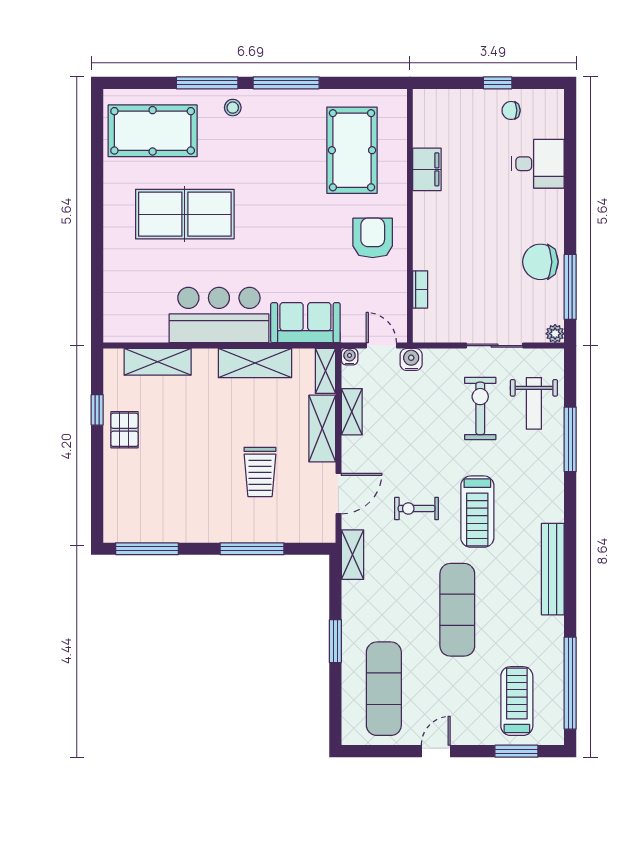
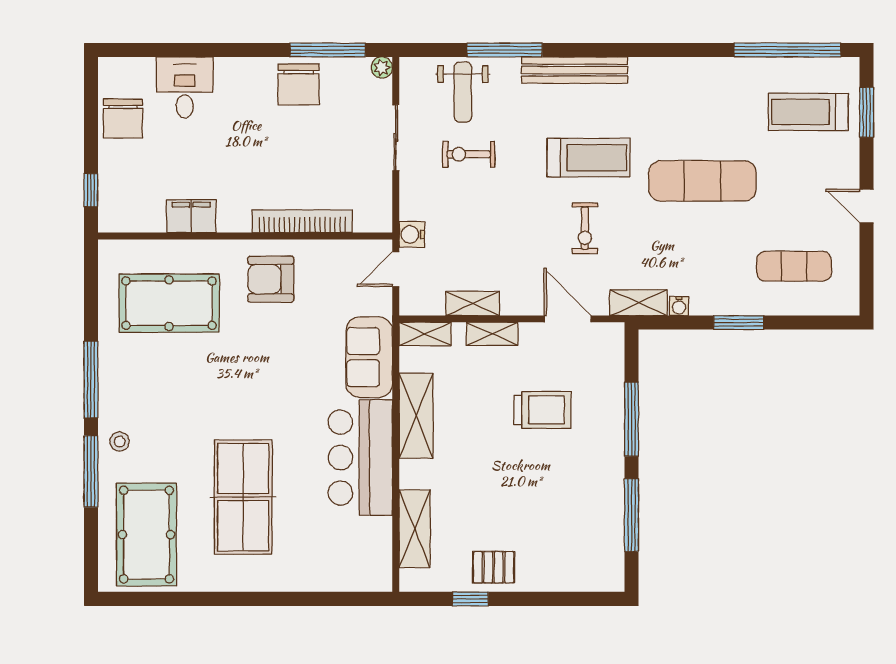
window: (498, 83) -> (91, 190), moved
chair: (511, 110) -> (123, 119), width x1.87, depth x1.87
bookcase: (420, 289) -> (302, 221), width x2.31, depth x1.31
water cooler: (350, 357) -> (679, 306), moved, turned -90
weight bench: (534, 403) -> (463, 92), turned 90
exercise bike: (480, 408) -> (469, 154), width x0.73, depth x0.72
shelving: (322, 429) -> (492, 334), width x0.67, depth x0.75
window: (147, 549) -> (632, 515), moved
bench: (553, 569) -> (575, 70), moved
exercise mat: (384, 689) -> (794, 266), width x0.73, depth x0.69

